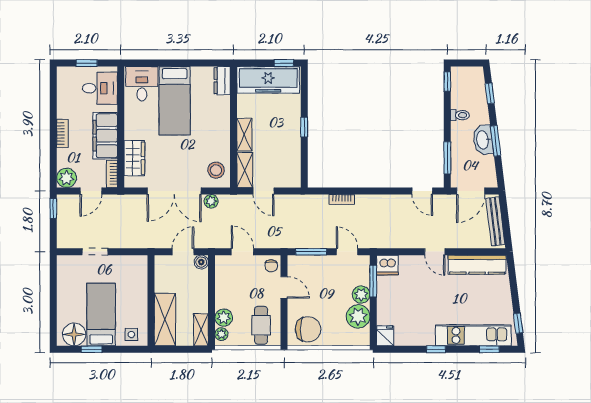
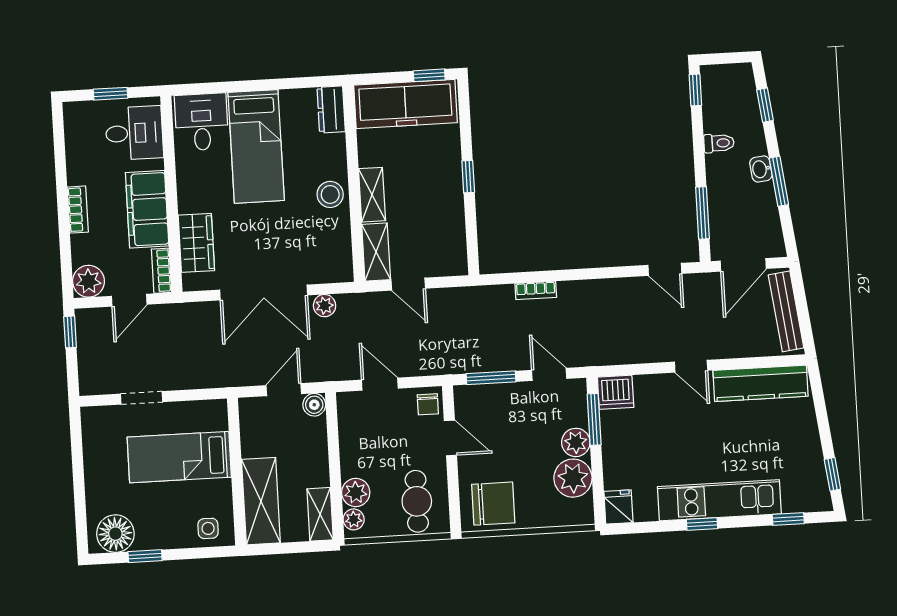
washbasin: (483, 140) -> (761, 169), width x0.52, depth x0.69
stool: (216, 170) -> (330, 194), moved
bed: (101, 315) -> (179, 457), moved, turned -90
kitchen unit: (473, 335) -> (719, 500), moved

